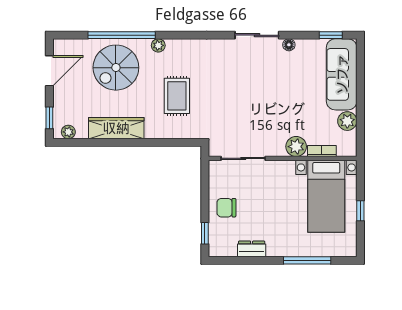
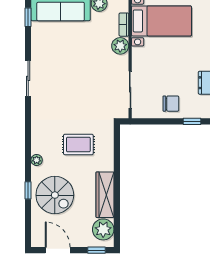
window: (122, 35) -> (28, 190), width x0.32
floor lamp: (289, 45) -> (36, 52), removed
plant: (68, 132) -> (103, 229), width x1.88, depth x1.88
chair: (226, 208) -> (171, 104), turned -90

